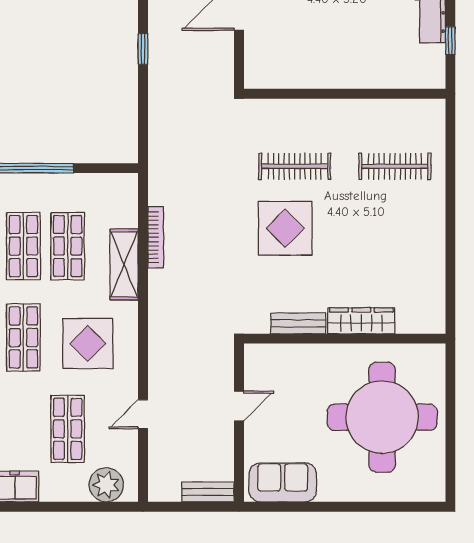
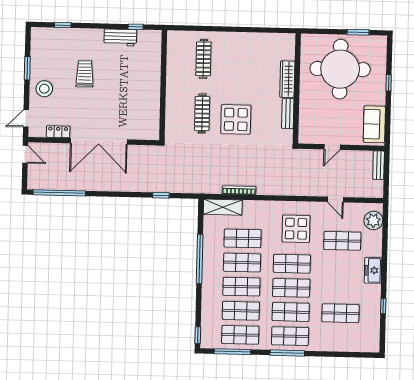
window: (143, 49) -> (161, 195), moved
shelving: (124, 264) -> (223, 207), moved
door: (239, 406) -> (332, 147), swing flipped
window: (450, 448) -> (358, 32), added
window: (359, 507) -> (389, 83), added

